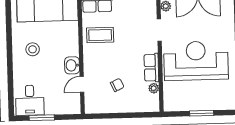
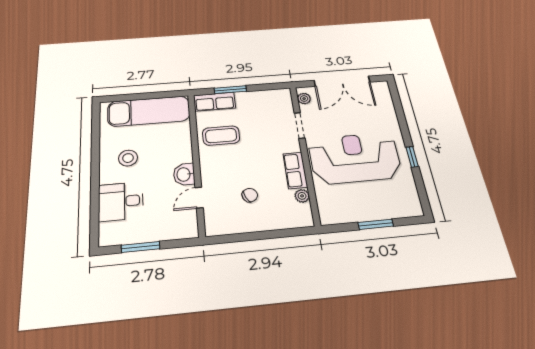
desk: (30, 100) -> (121, 201), moved, turned 90

